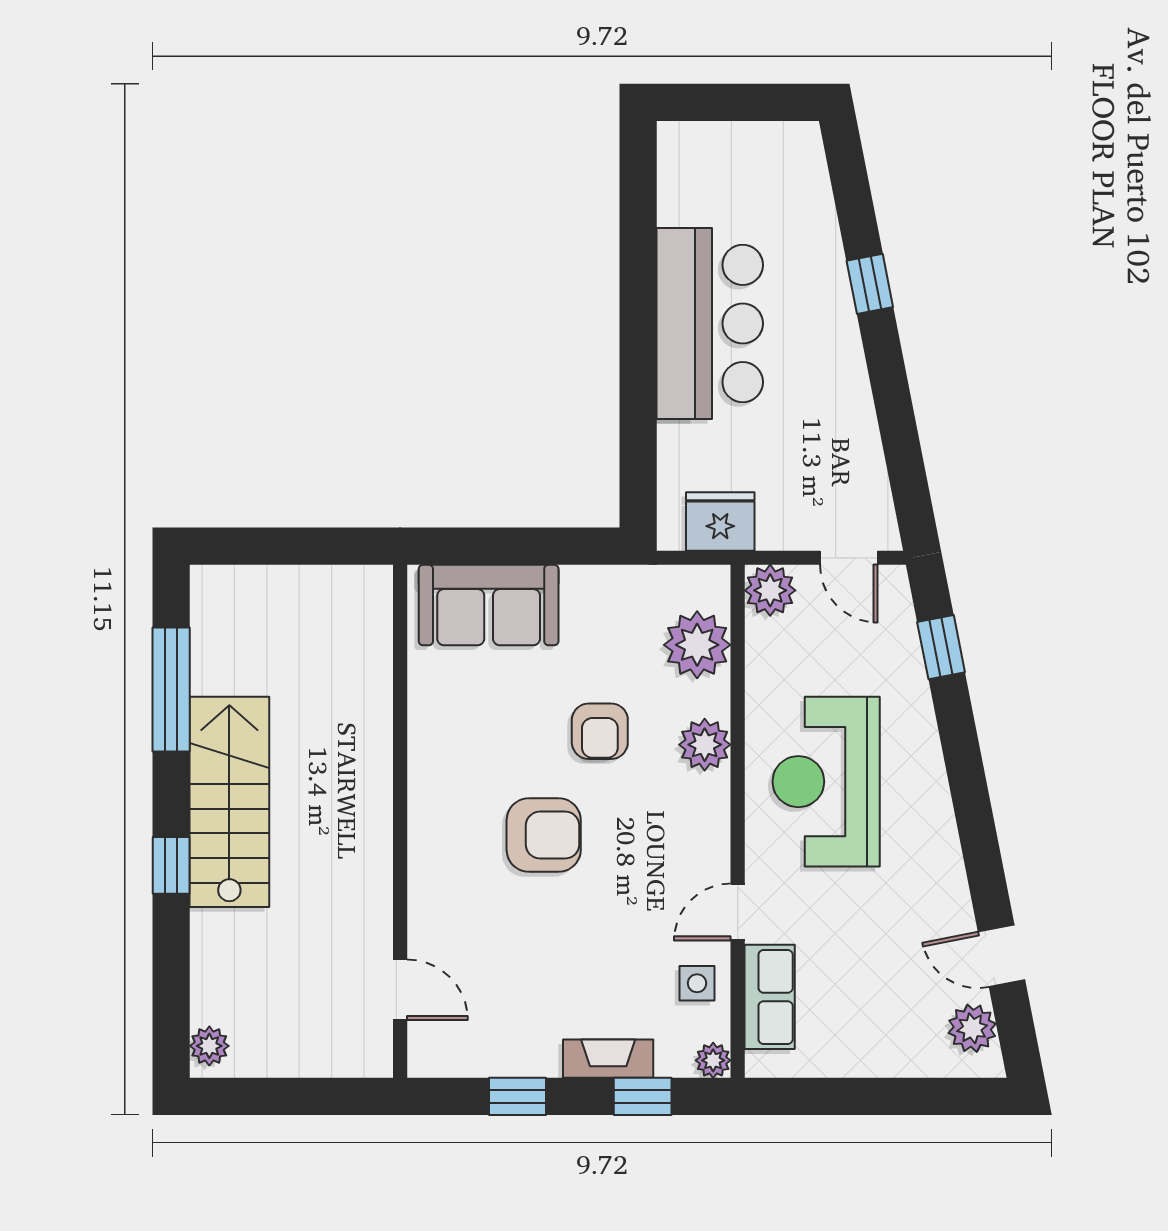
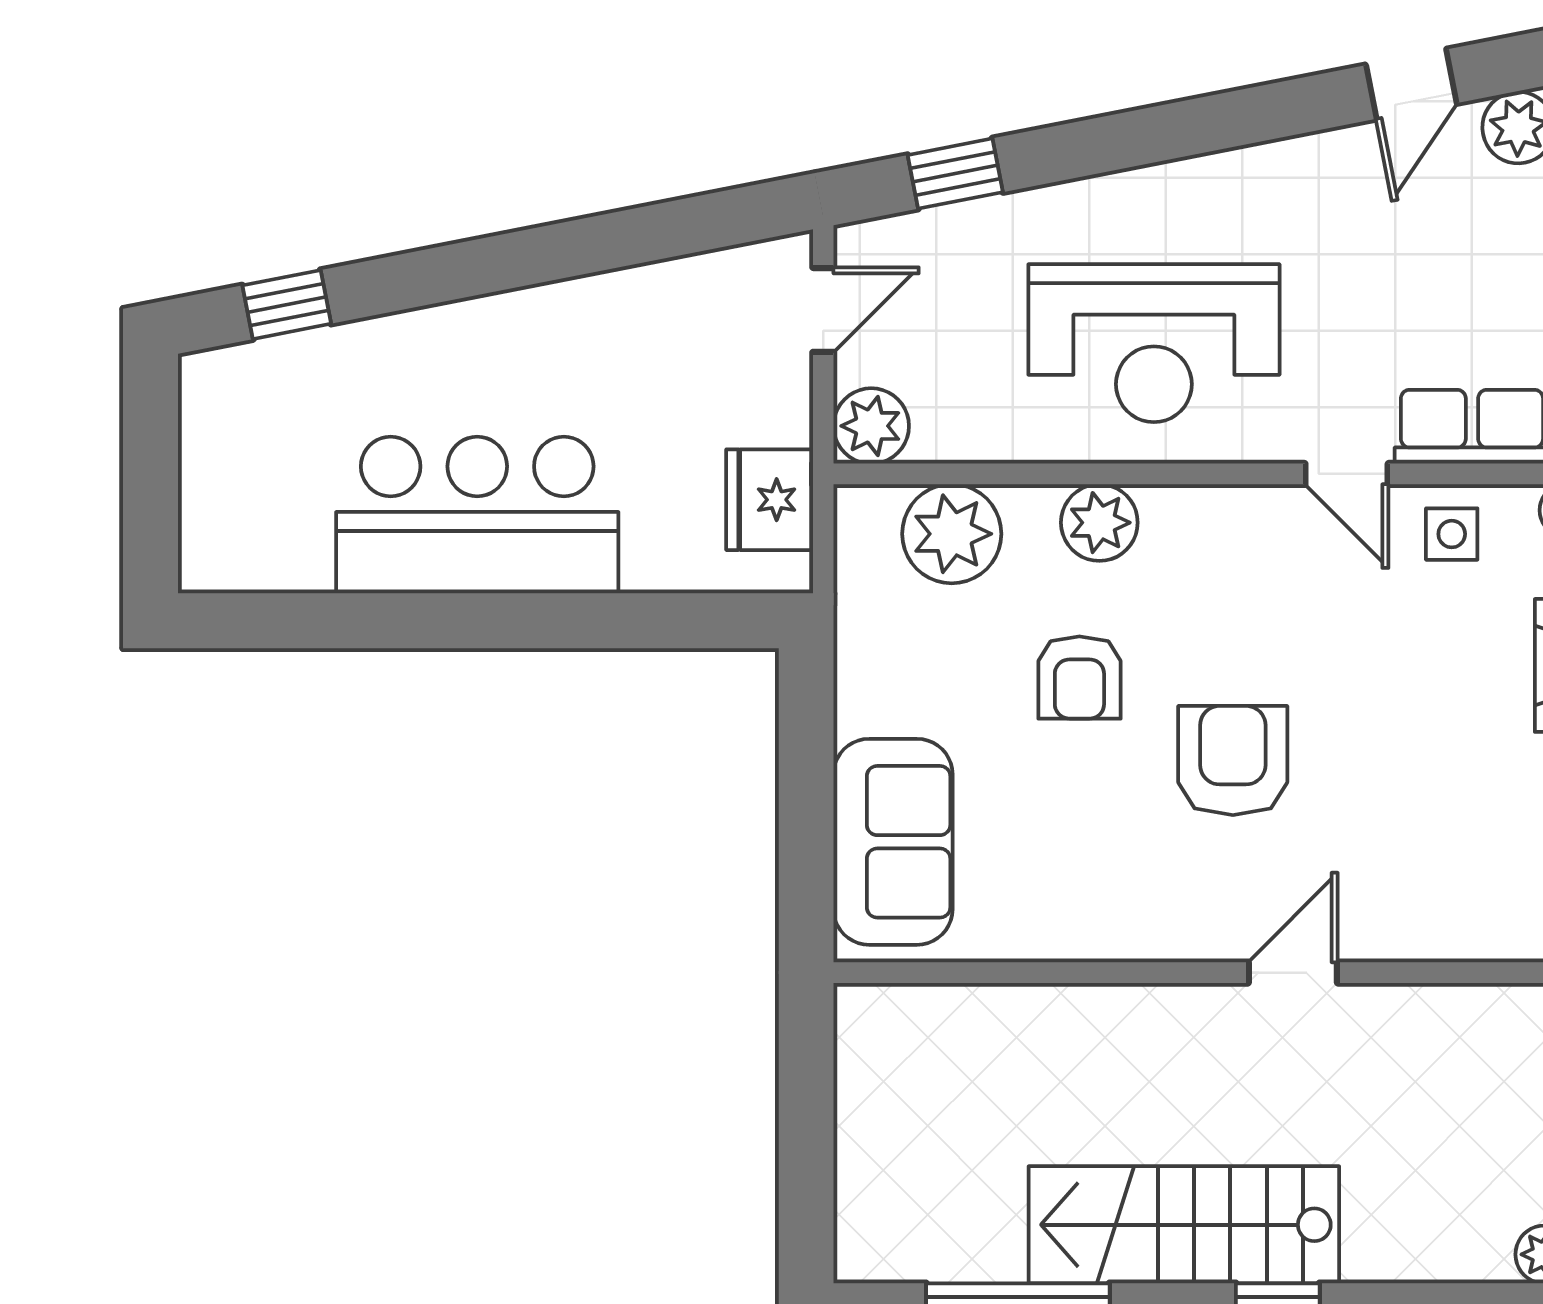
window: (870, 284) -> (287, 305), moved
armchair: (600, 731) -> (1079, 677), turned 90
door: (400, 990) -> (1293, 973), moved

